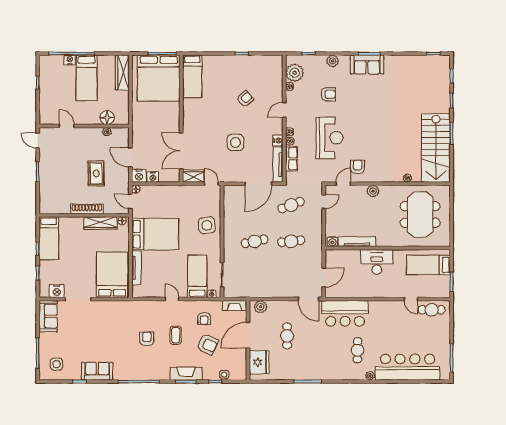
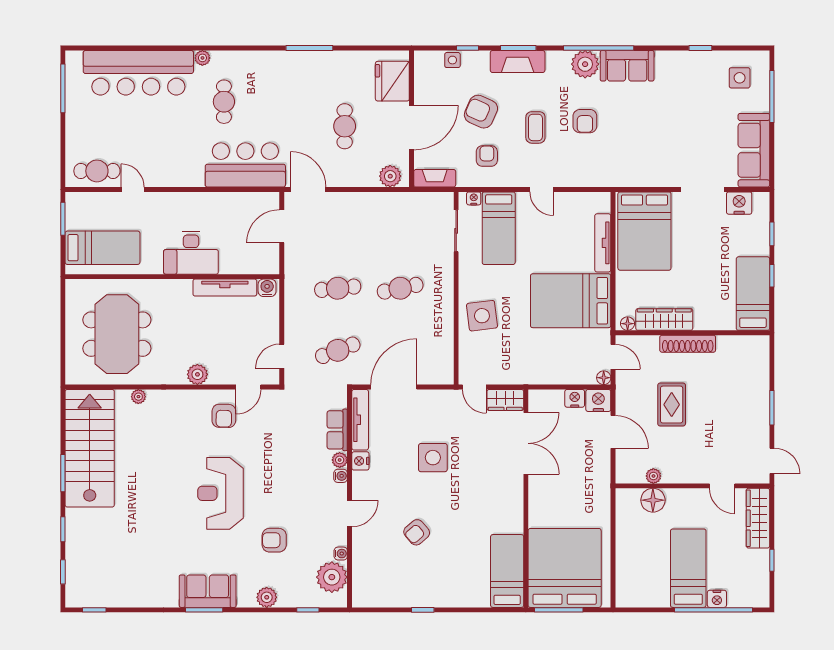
wardrobe: (122, 72) -> (758, 518), moved, turned 180
reception desk: (329, 138) -> (220, 493), moved
sofa: (48, 316) -> (754, 150), width x1.36
sofa: (97, 371) -> (627, 66), moved
plant: (147, 372) -> (585, 64), added

